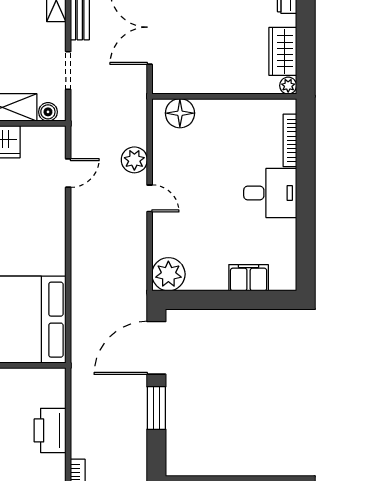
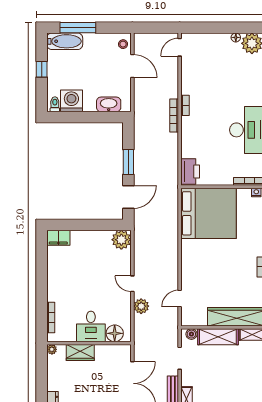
wardrobe: (283, 51) -> (80, 353), moved, turned 90
desk: (270, 193) -> (91, 326), moved, turned -90
filing cabinet: (249, 278) -> (58, 238), moved
door: (156, 348) -> (128, 197), width x0.73
printer: (50, 430) -> (190, 171), moved

